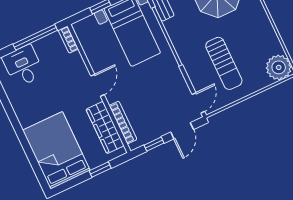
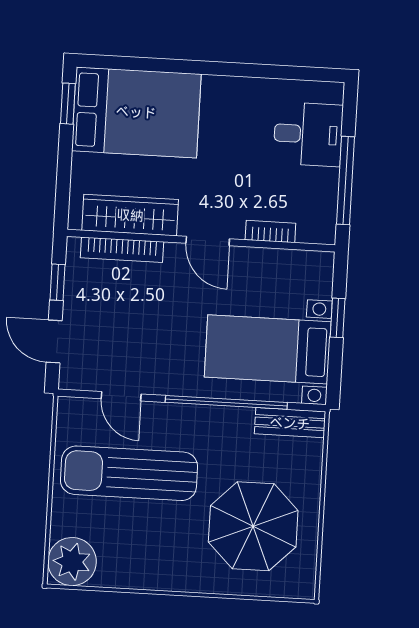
bookcase: (68, 40) -> (270, 232), moved
sun lounger: (224, 63) -> (129, 473), width x1.36, depth x1.34
door: (198, 103) -> (121, 396), moved
window: (100, 169) -> (68, 104), moved

